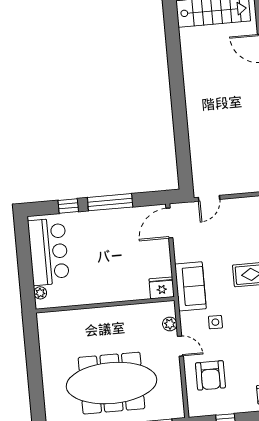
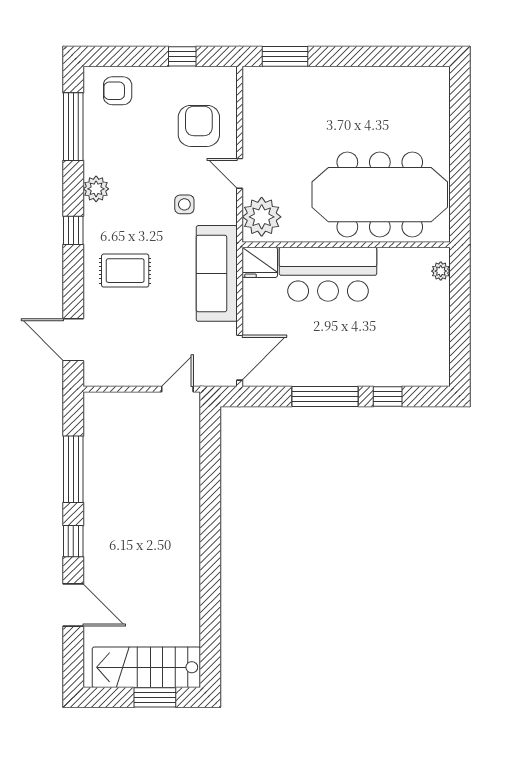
bar counter: (48, 252) -> (328, 274), moved, turned -90
sofa: (190, 286) -> (217, 273), width x1.36
plant: (170, 324) -> (262, 217), width x1.88, depth x1.88
meeting table: (111, 383) -> (380, 195), moved

